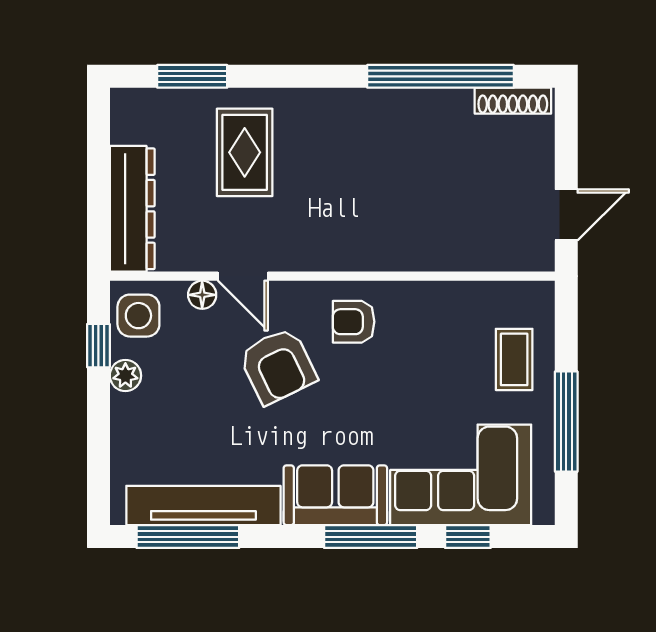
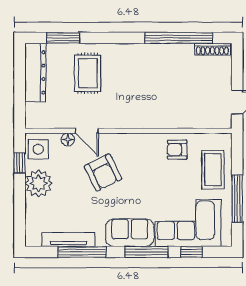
dresser: (132, 209) -> (35, 72), moved
armchair: (354, 322) -> (177, 150), moved
coffee table: (514, 359) -> (213, 170), width x1.36, depth x1.30
plant: (125, 376) -> (39, 183), width x1.88, depth x1.88
tv unit: (203, 506) -> (68, 240), width x0.73, depth x0.78
window: (188, 537) -> (82, 252), moved

